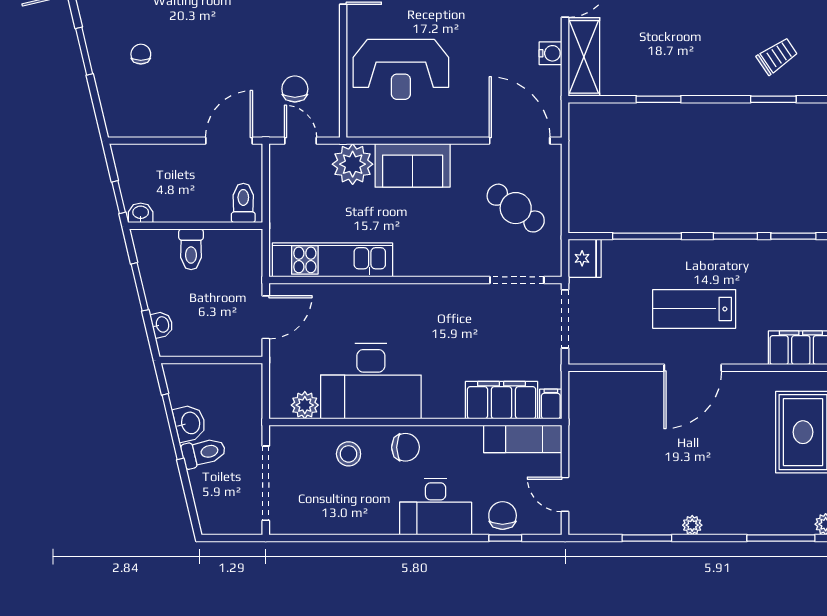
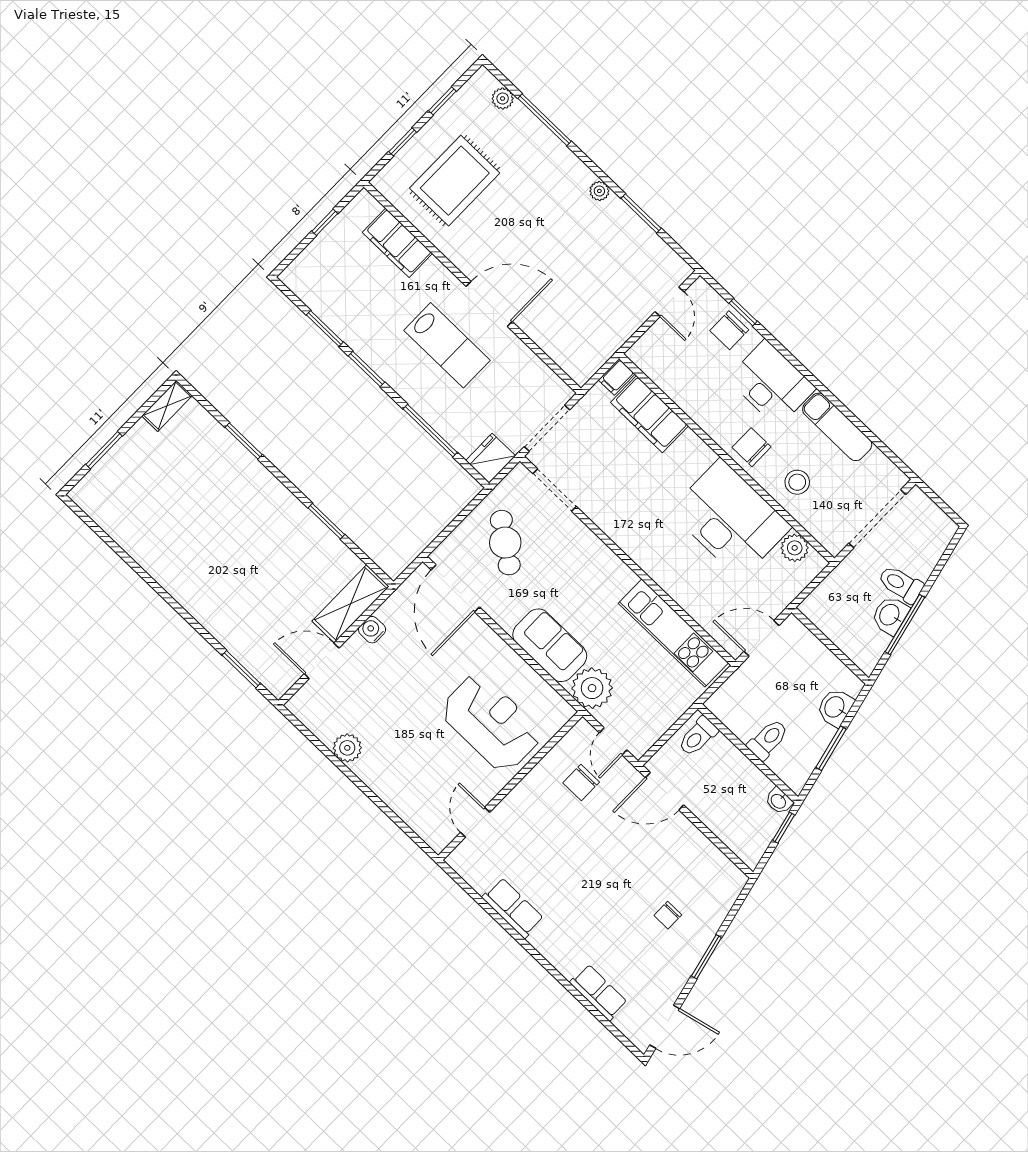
trolley: (777, 56) -> (211, 470), removed
washbasin: (162, 325) -> (835, 707), width x1.38, depth x1.45
exam couch: (523, 439) -> (837, 427), moved, turned 180

